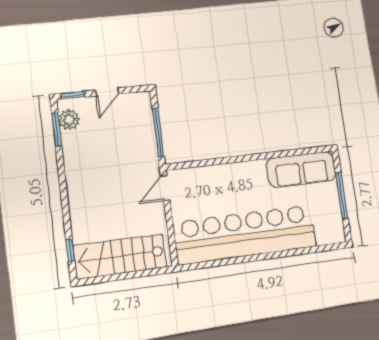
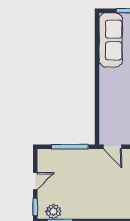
door: (107, 92) -> (35, 181), hinge flipped

